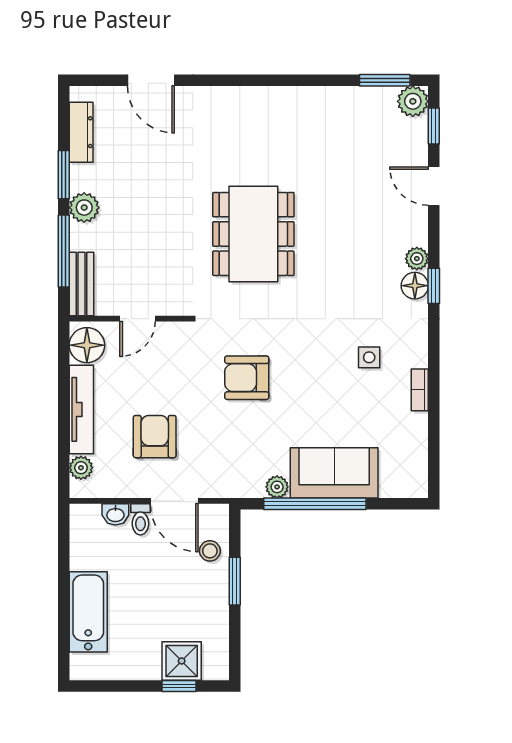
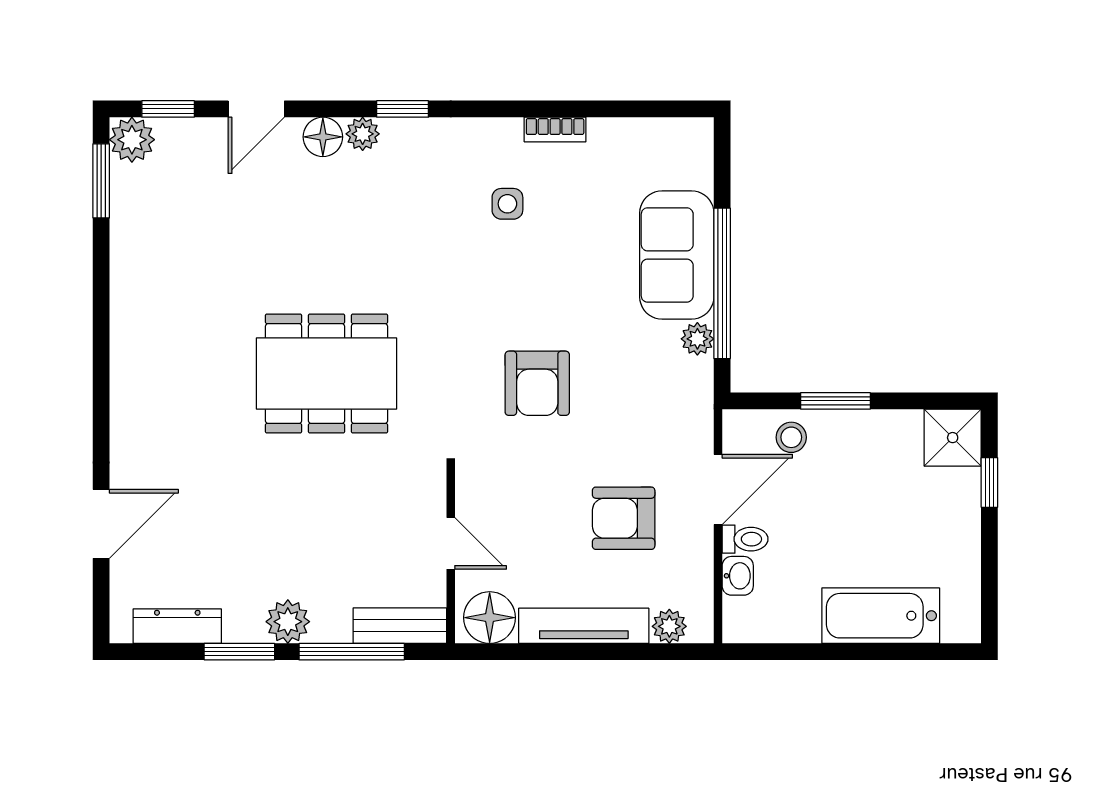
floor lamp: (415, 286) -> (323, 137), moved
shower: (182, 661) -> (953, 438), moved

